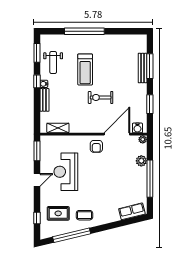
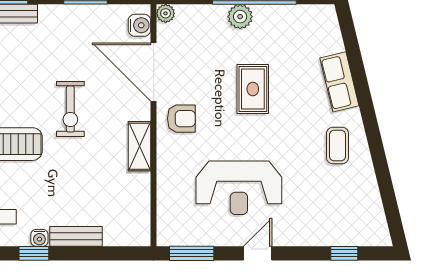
shelving: (58, 128) -> (140, 146), moved
plant: (141, 161) -> (240, 17), moved
door: (37, 180) -> (258, 253), hinge flipped
row of seats: (132, 211) -> (339, 82), moved
rug: (58, 213) -> (253, 89), moved
window: (72, 235) -> (383, 175), removed

